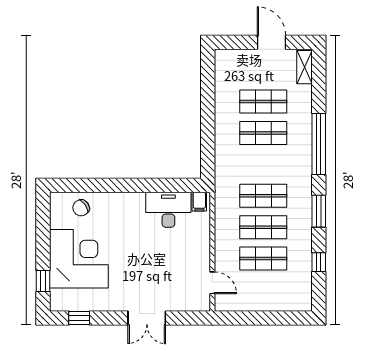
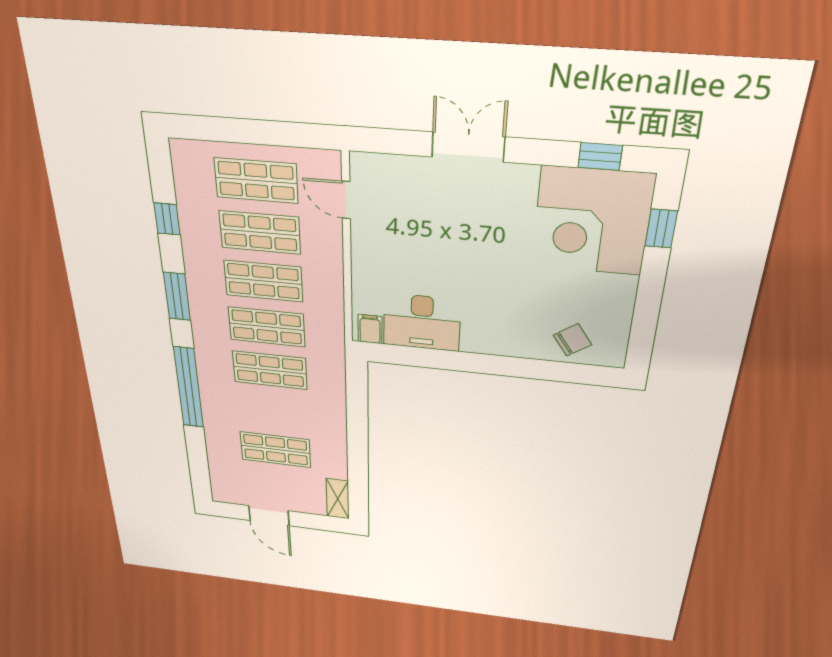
shelving: (304, 67) -> (338, 499), moved
shop shelf: (263, 133) -> (270, 370), moved
corner desk: (79, 259) -> (592, 221), moved
shop shelf: (263, 290) -> (256, 181), added

